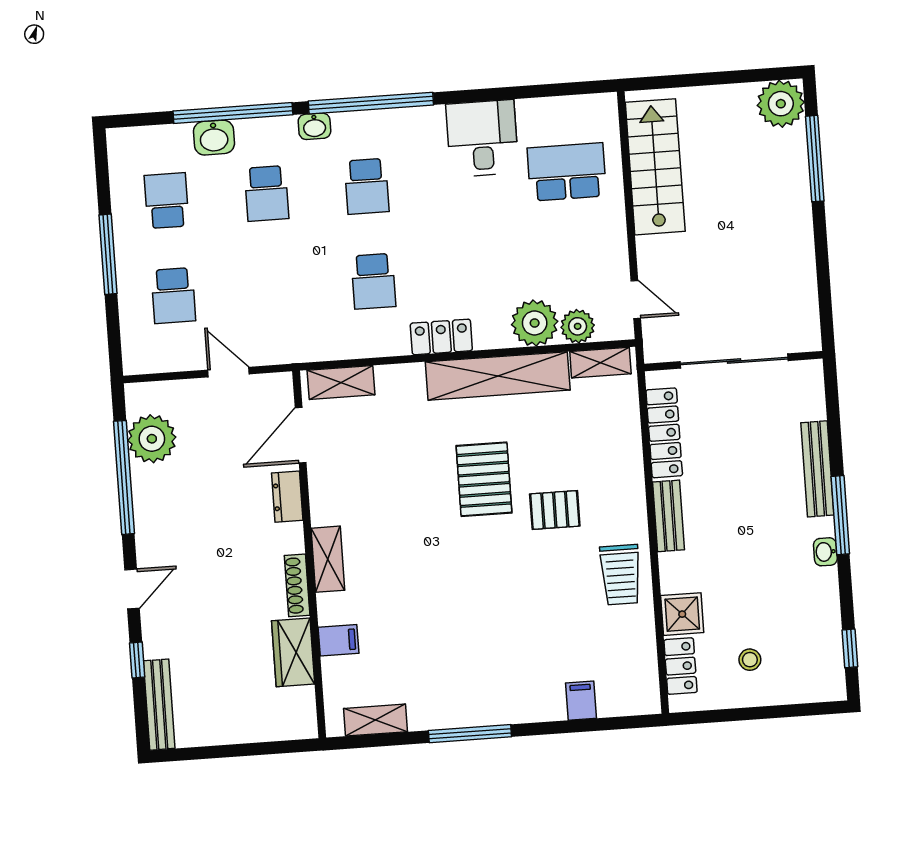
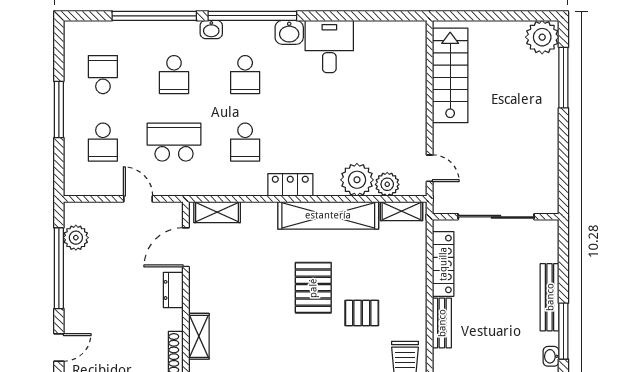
washbasin: (214, 138) -> (289, 32), moved
school desk: (567, 172) -> (174, 142), moved
plant: (152, 439) -> (76, 238), width x0.73, depth x0.73

